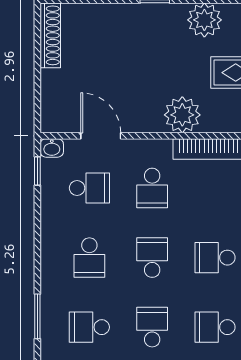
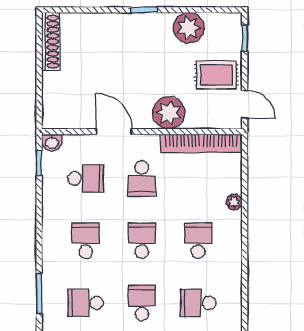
door: (101, 136) -> (114, 132), moved
school desk: (89, 258) -> (86, 241), turned 180
school desk: (215, 258) -> (198, 241), turned 90

